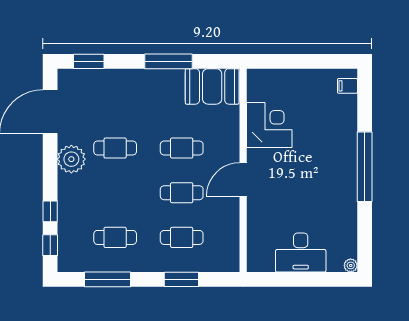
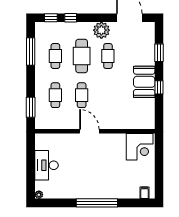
window: (89, 61) -> (159, 53), moved
window: (168, 61) -> (159, 87), width x0.46
booth: (212, 86) -> (144, 82), moved
corner desk: (269, 125) -> (140, 147), moved
cafe table: (182, 148) -> (82, 56), moved, width x1.37, depth x1.35
window: (181, 279) -> (31, 107), moved

